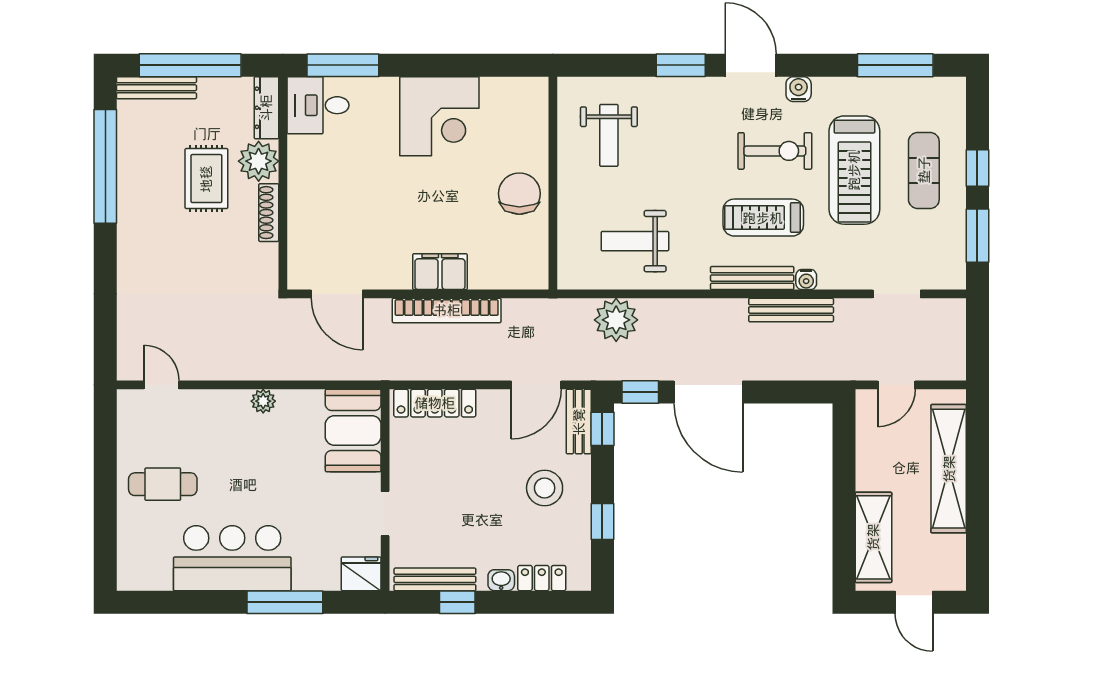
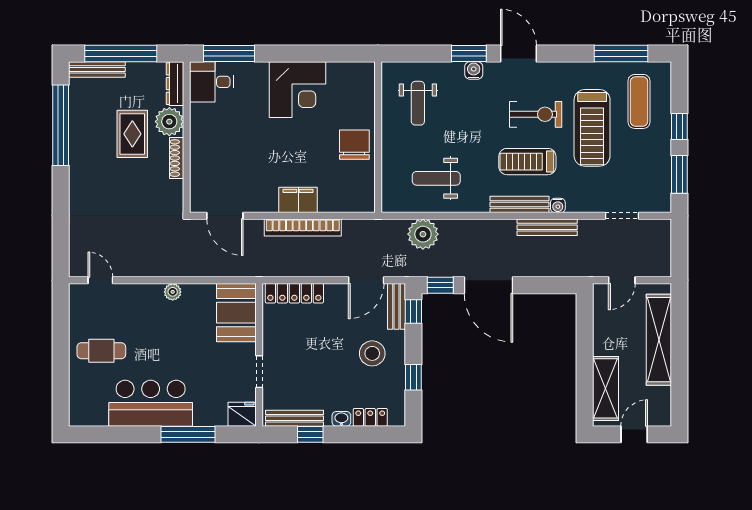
water cooler: (799, 89) -> (474, 70), moved
exercise mat: (924, 170) -> (639, 101), moved
door: (914, 602) -> (634, 434), swing flipped

